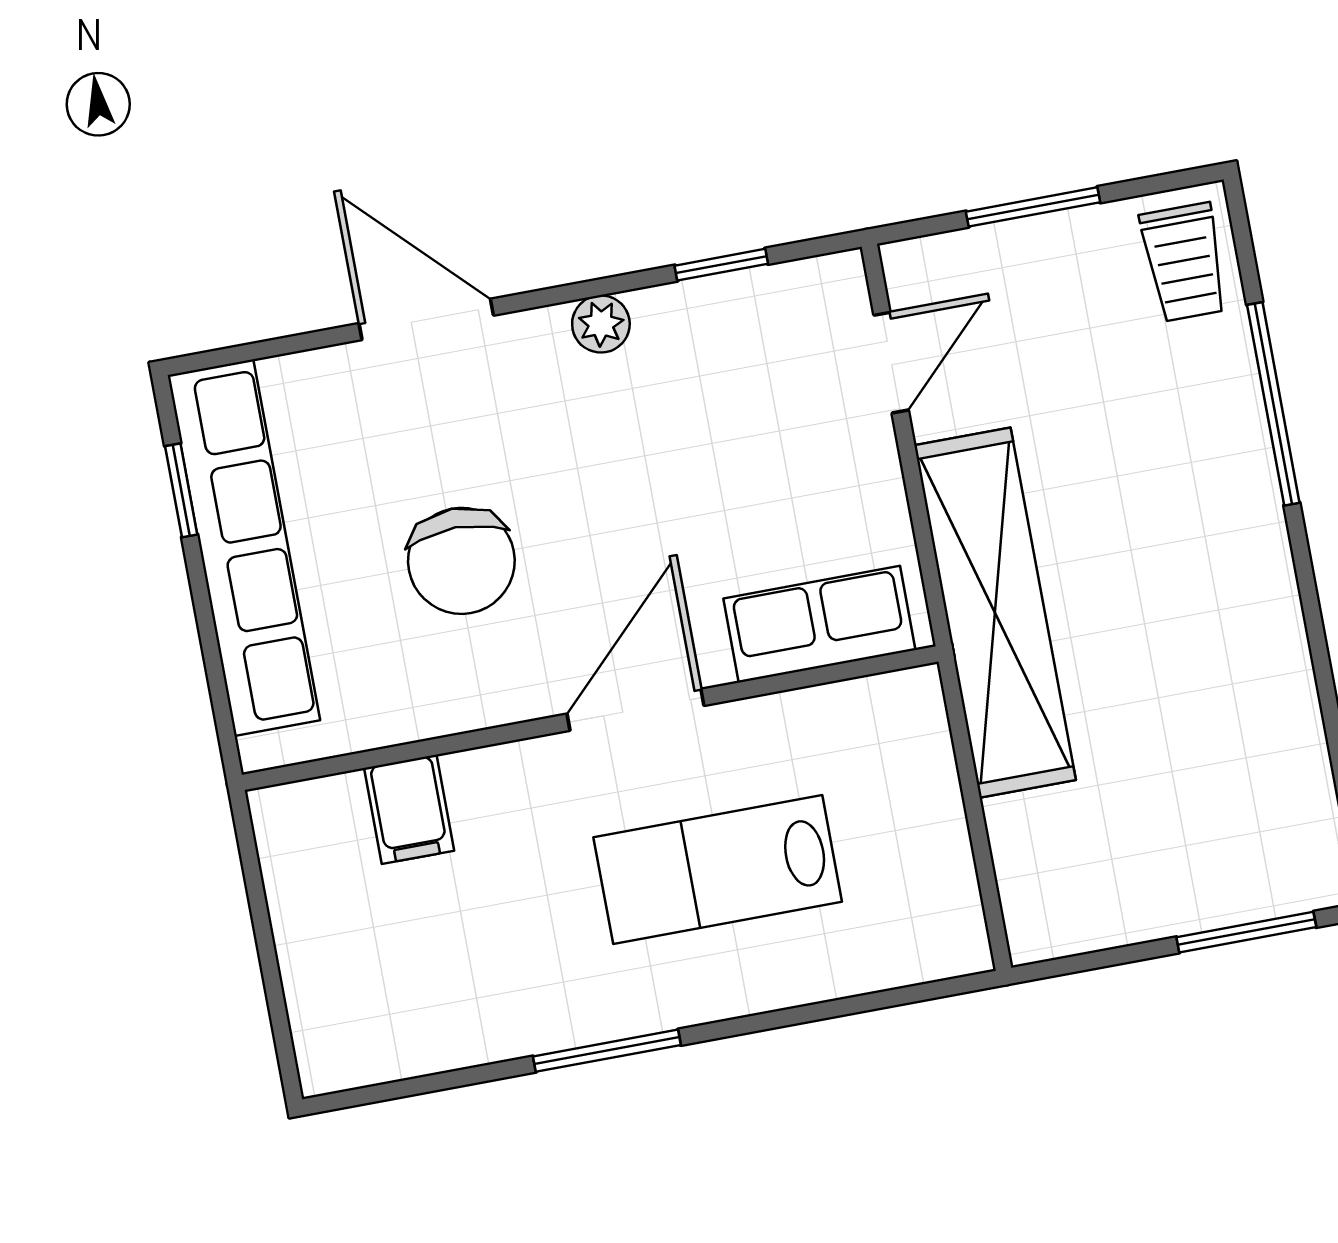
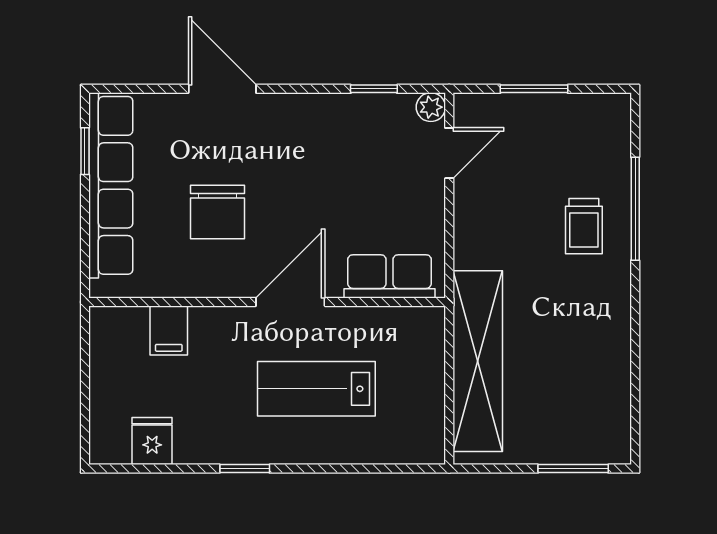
trolley: (1184, 262) -> (584, 226), moved
plant: (601, 324) -> (431, 107), moved
shelving: (995, 613) -> (478, 361), moved
fridge: (417, 1030) -> (152, 441), added
window: (607, 1051) -> (245, 469), width x0.67

